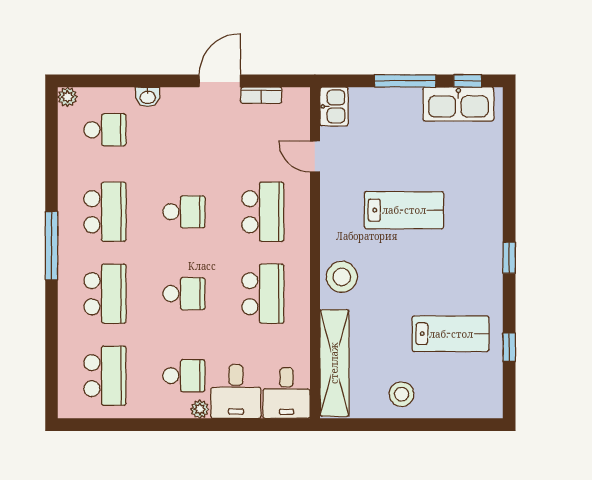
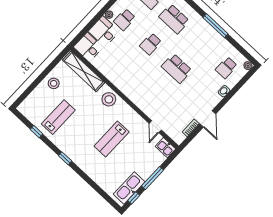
door: (315, 156) -> (155, 127), swing flipped
school desk: (105, 212) -> (200, 43), removed
school desk: (184, 212) -> (177, 68), width x1.85
school desk: (263, 212) -> (153, 94), removed
window: (52, 246) -> (216, 26), moved
school desk: (263, 294) -> (127, 69), removed
lab bench: (451, 334) -> (58, 117), turned 180

